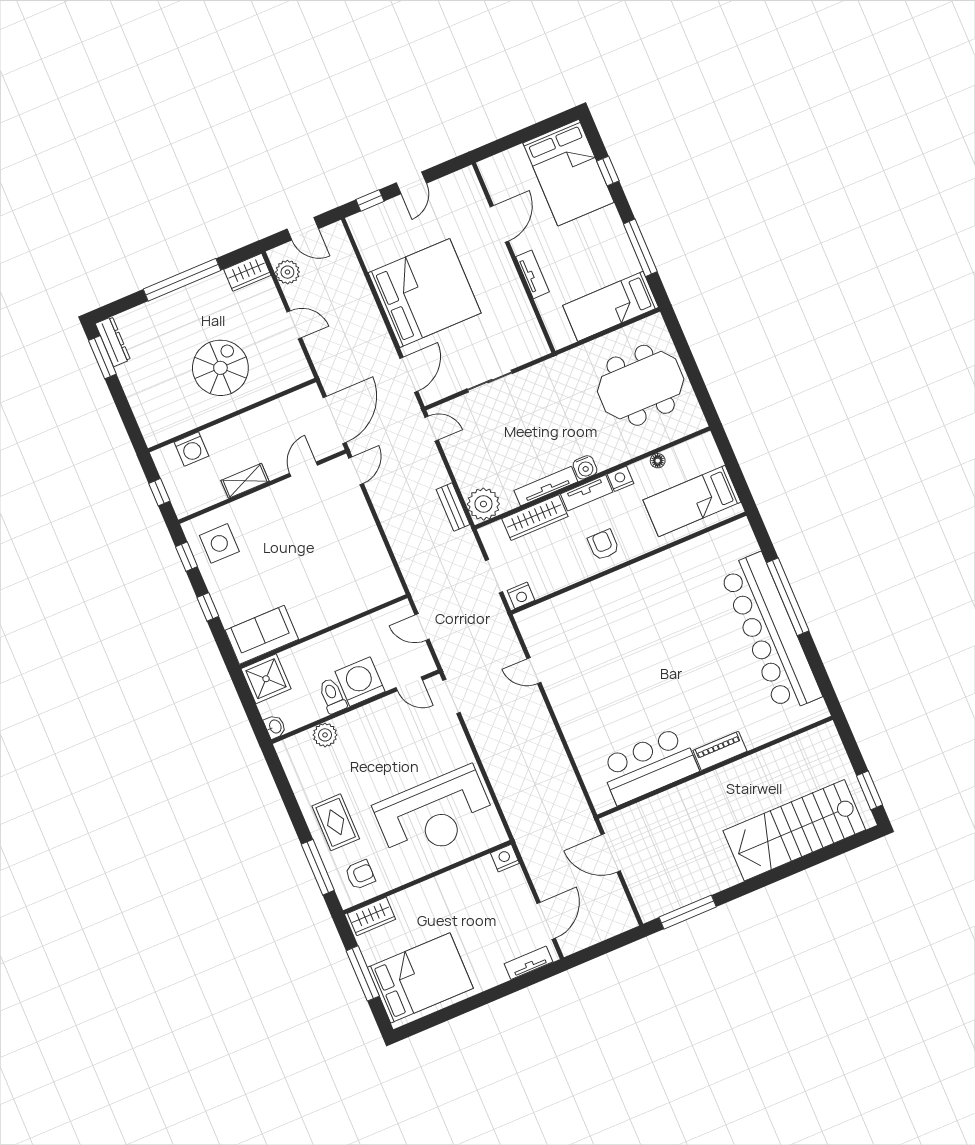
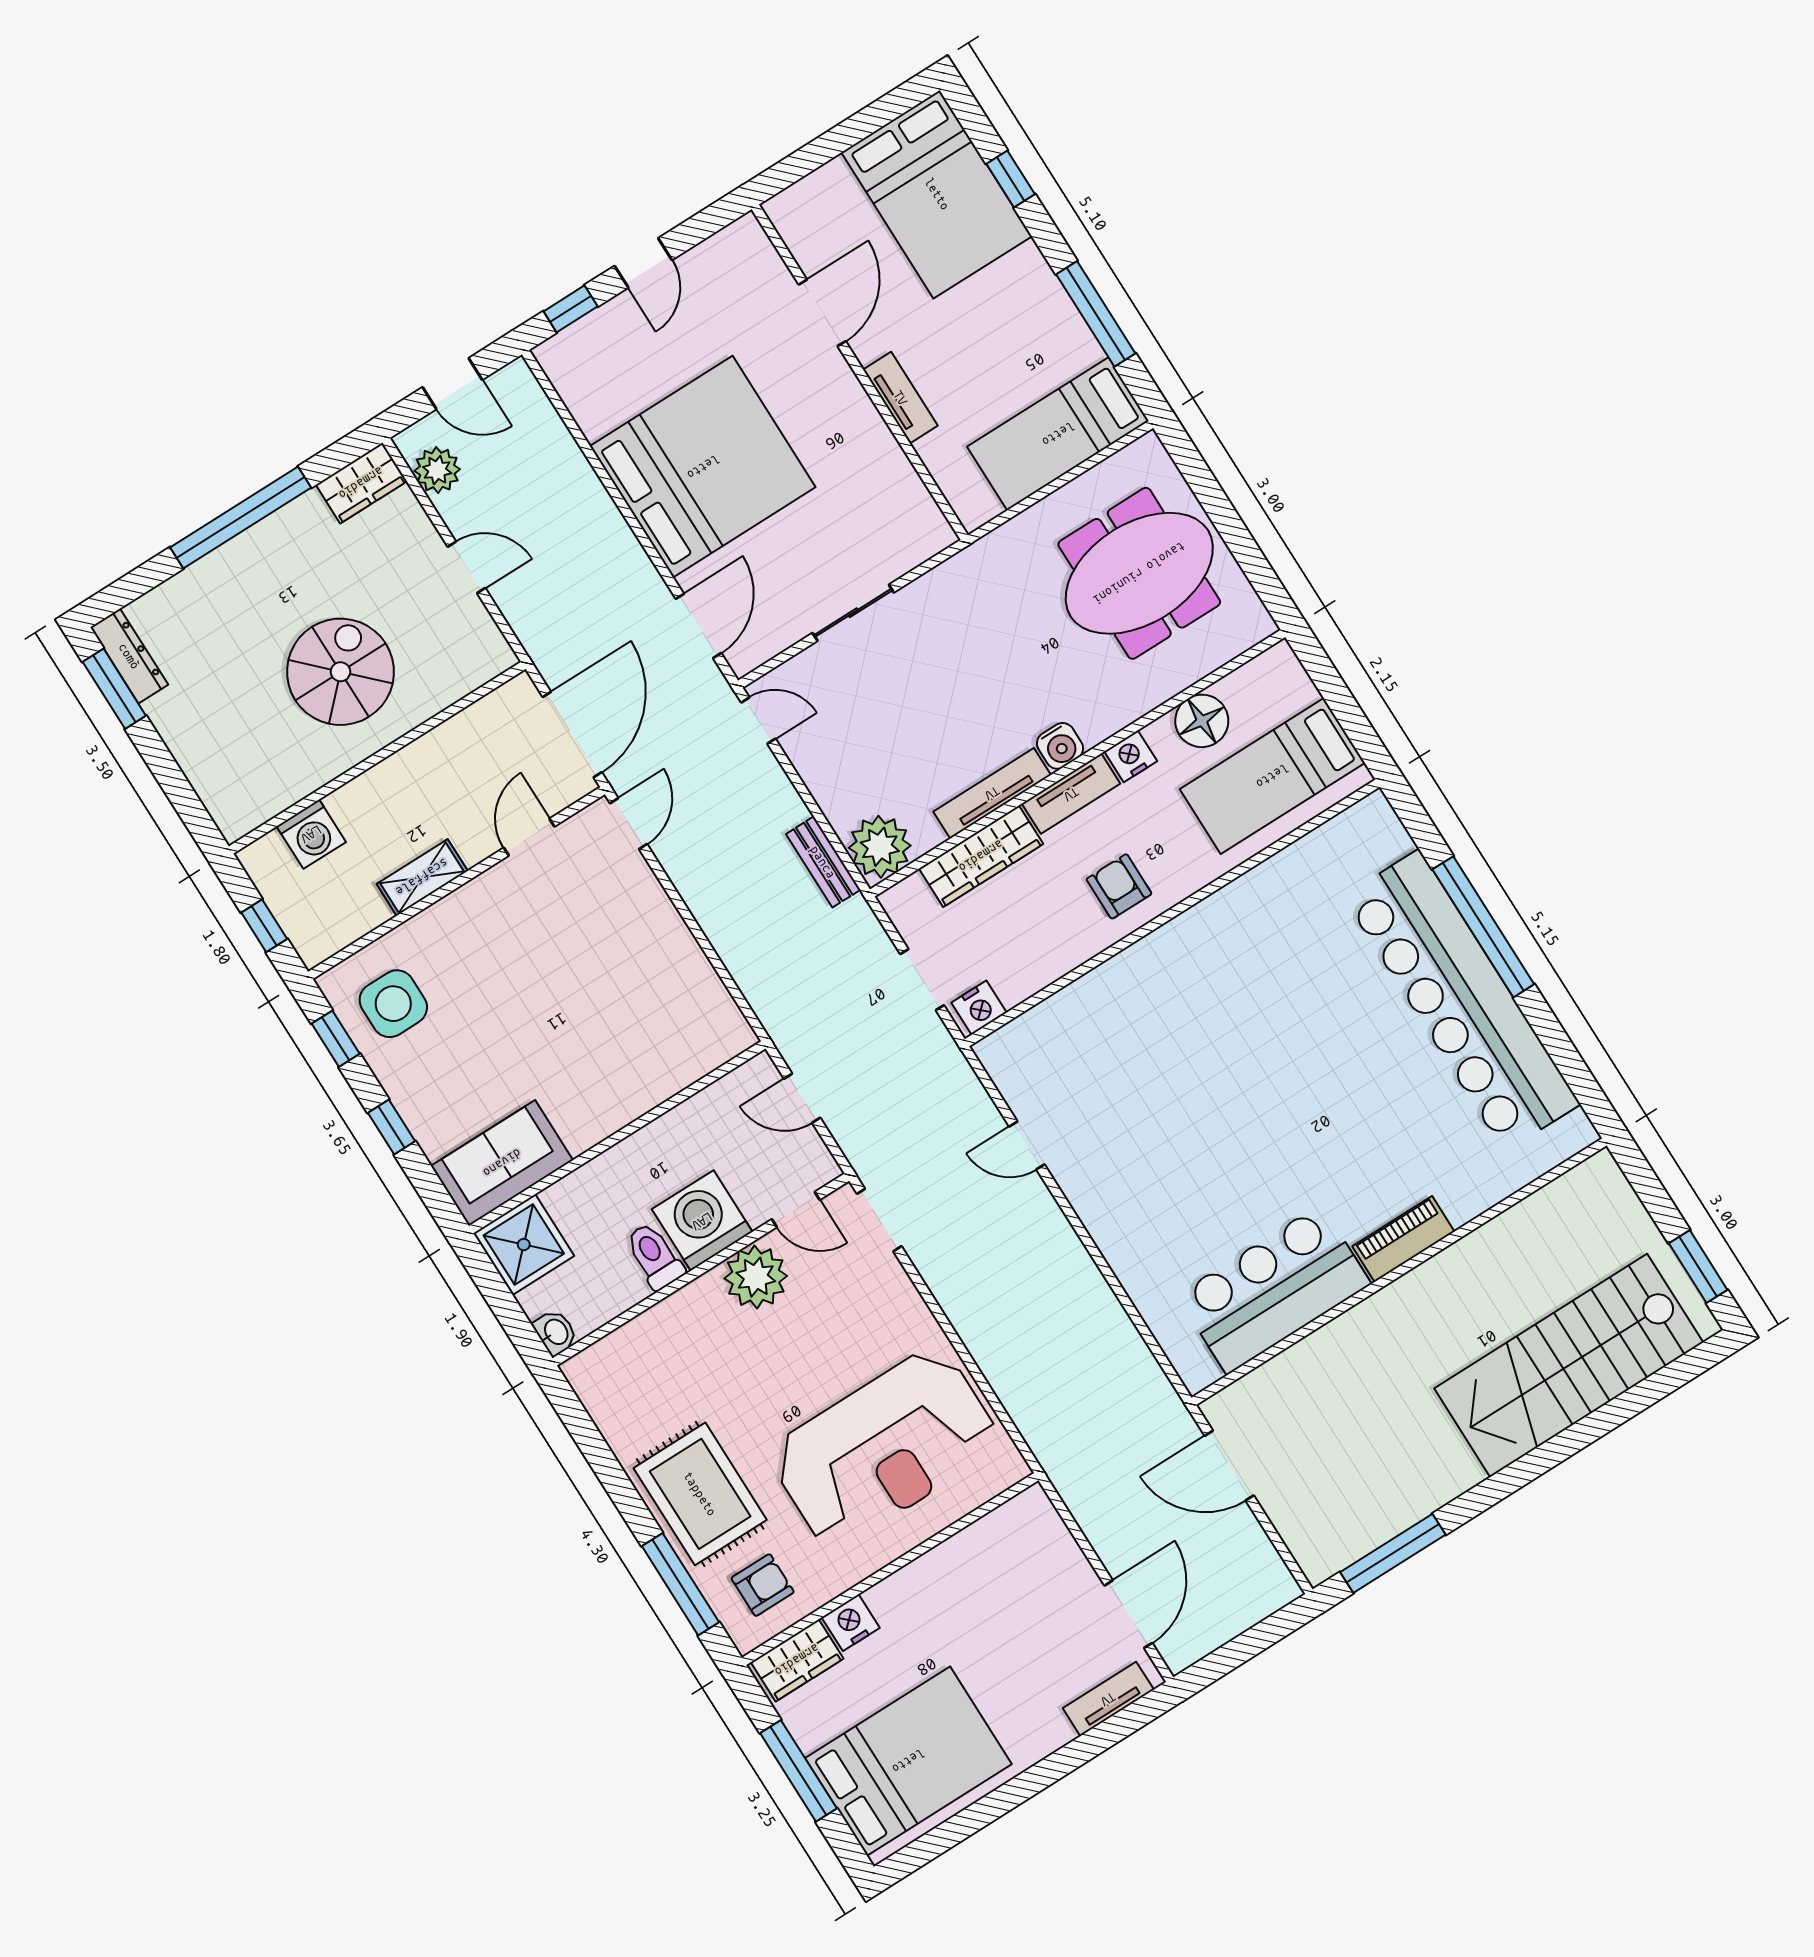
floor lamp: (658, 461) -> (1202, 721), width x1.89, depth x1.89
plant: (325, 735) -> (756, 1277), moved, width x1.36, depth x1.36
rug: (336, 822) -> (700, 1494), width x1.36, depth x1.43
nightstand: (505, 858) -> (851, 1623), moved

